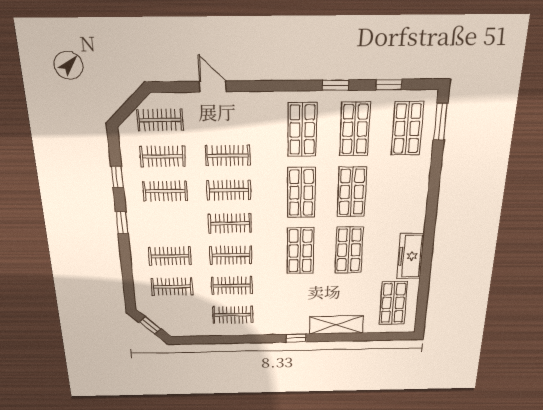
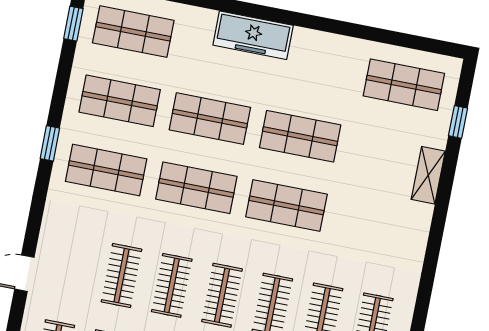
window: (335, 85) -> (50, 143), moved
window: (389, 85) -> (73, 24), moved
freezer: (410, 256) -> (253, 35), moved
shelving: (336, 325) -> (428, 175), width x0.67, depth x0.75
window: (296, 338) -> (458, 122), moved

